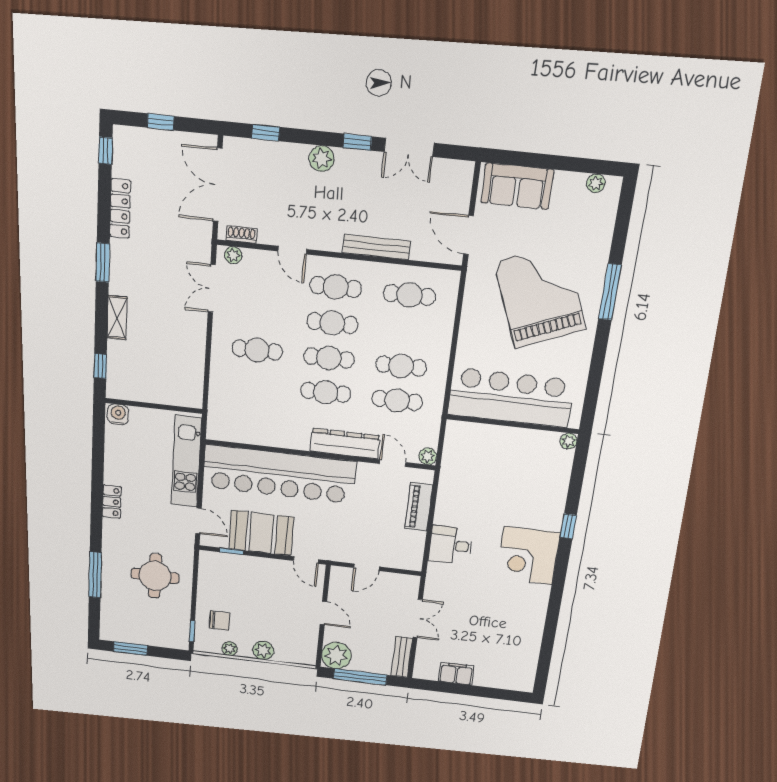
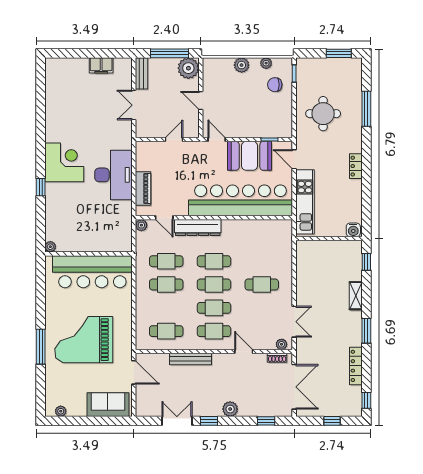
grand piano: (540, 296) -> (84, 340), turned 112
desk: (451, 545) -> (114, 175), width x1.87, depth x1.30

